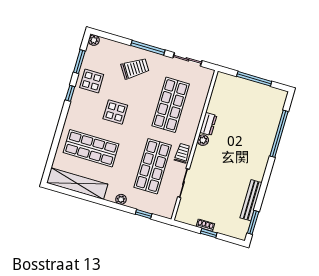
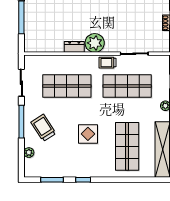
plant: (94, 40) -> (29, 153), moved
display table: (92, 81) -> (66, 164), removed
plant: (203, 140) -> (95, 43), width x1.87, depth x1.87

